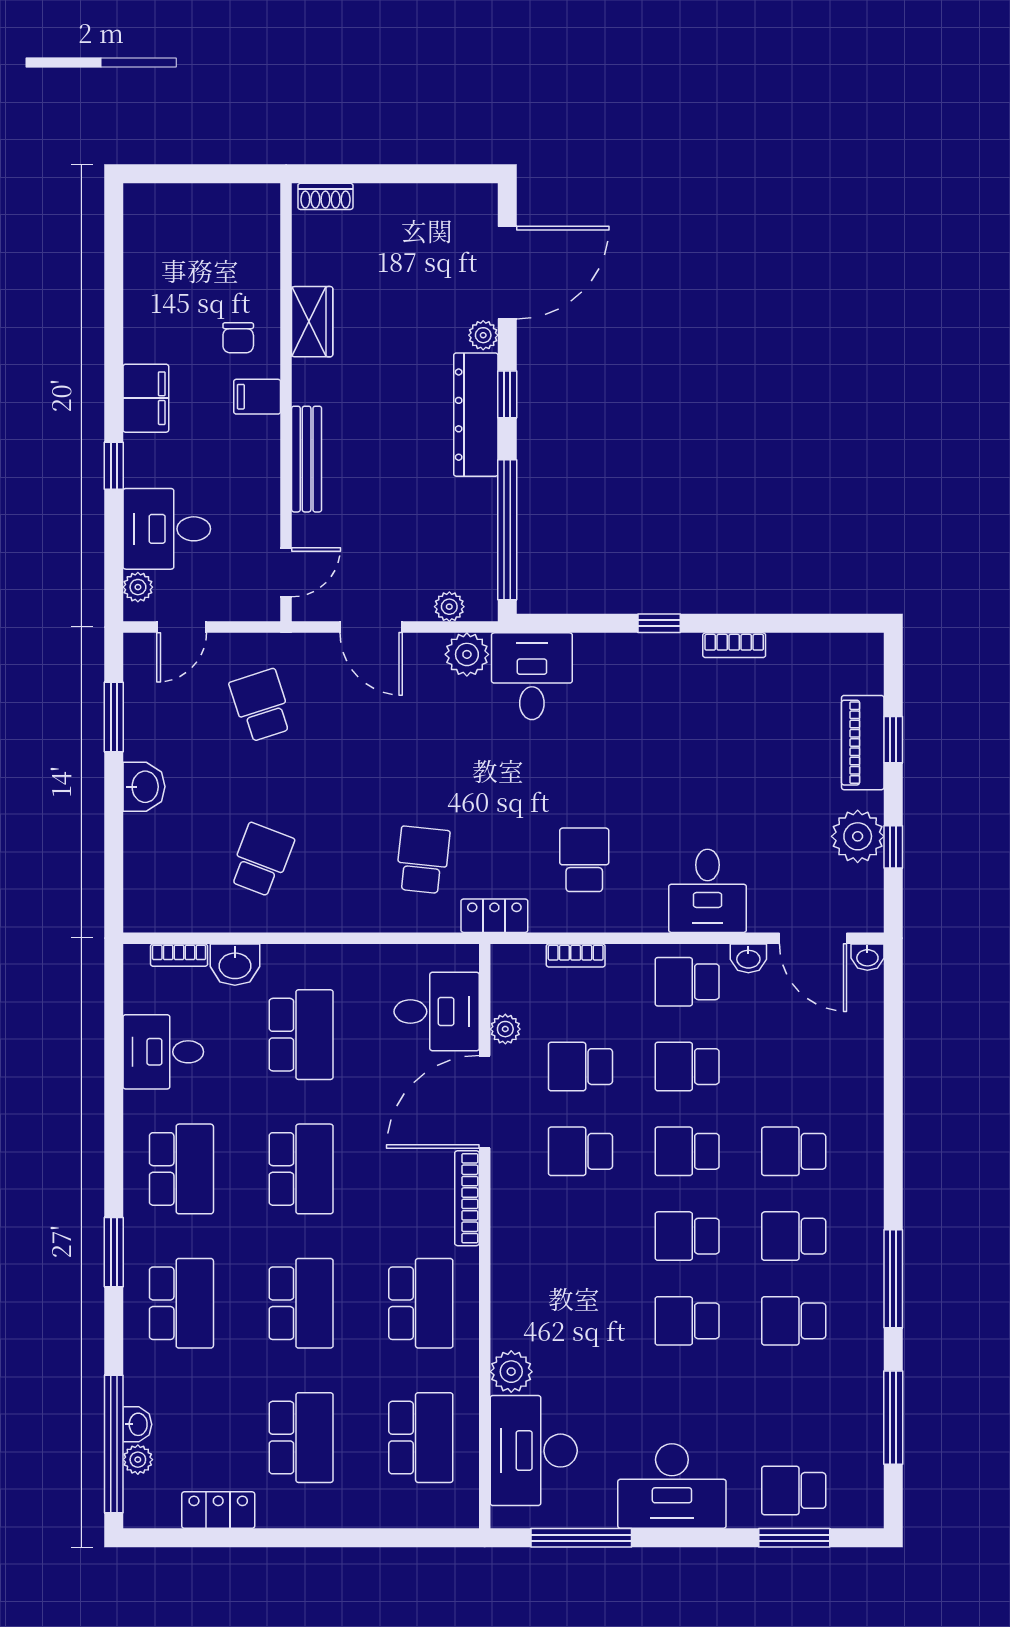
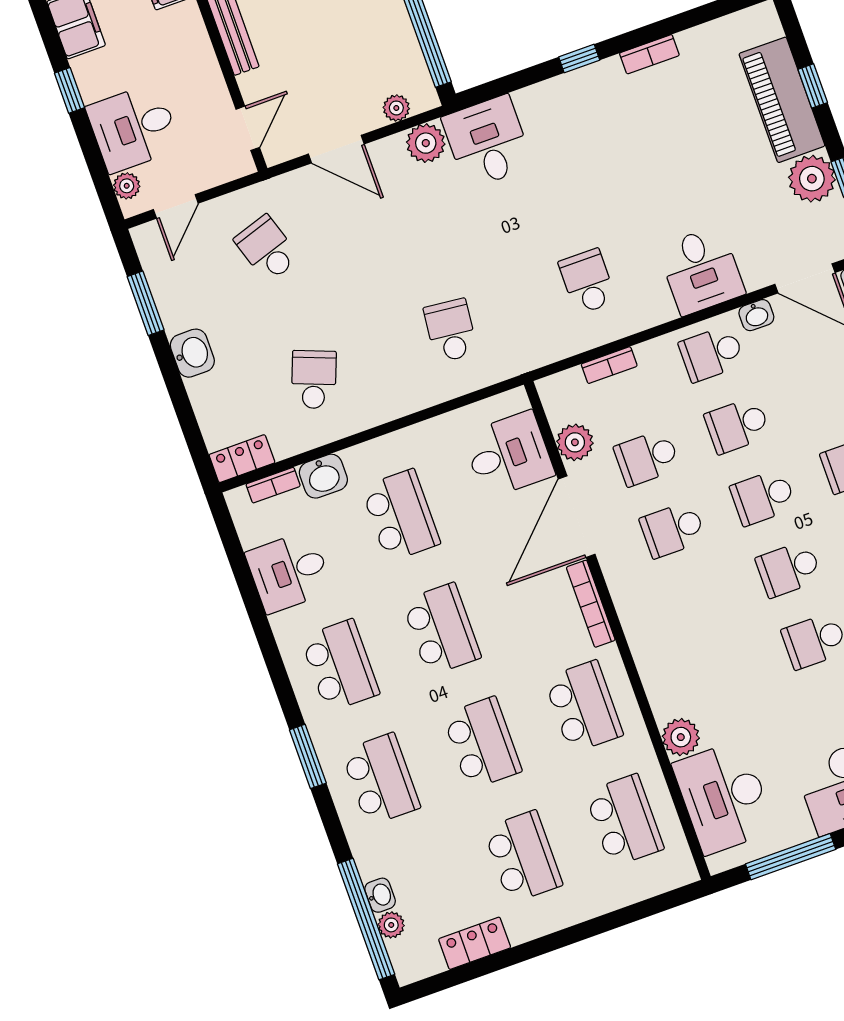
piano: (863, 743) -> (782, 100), width x1.37, depth x1.33
locker: (494, 916) -> (242, 459), moved
plant: (505, 1029) -> (575, 442), width x1.38, depth x1.38

